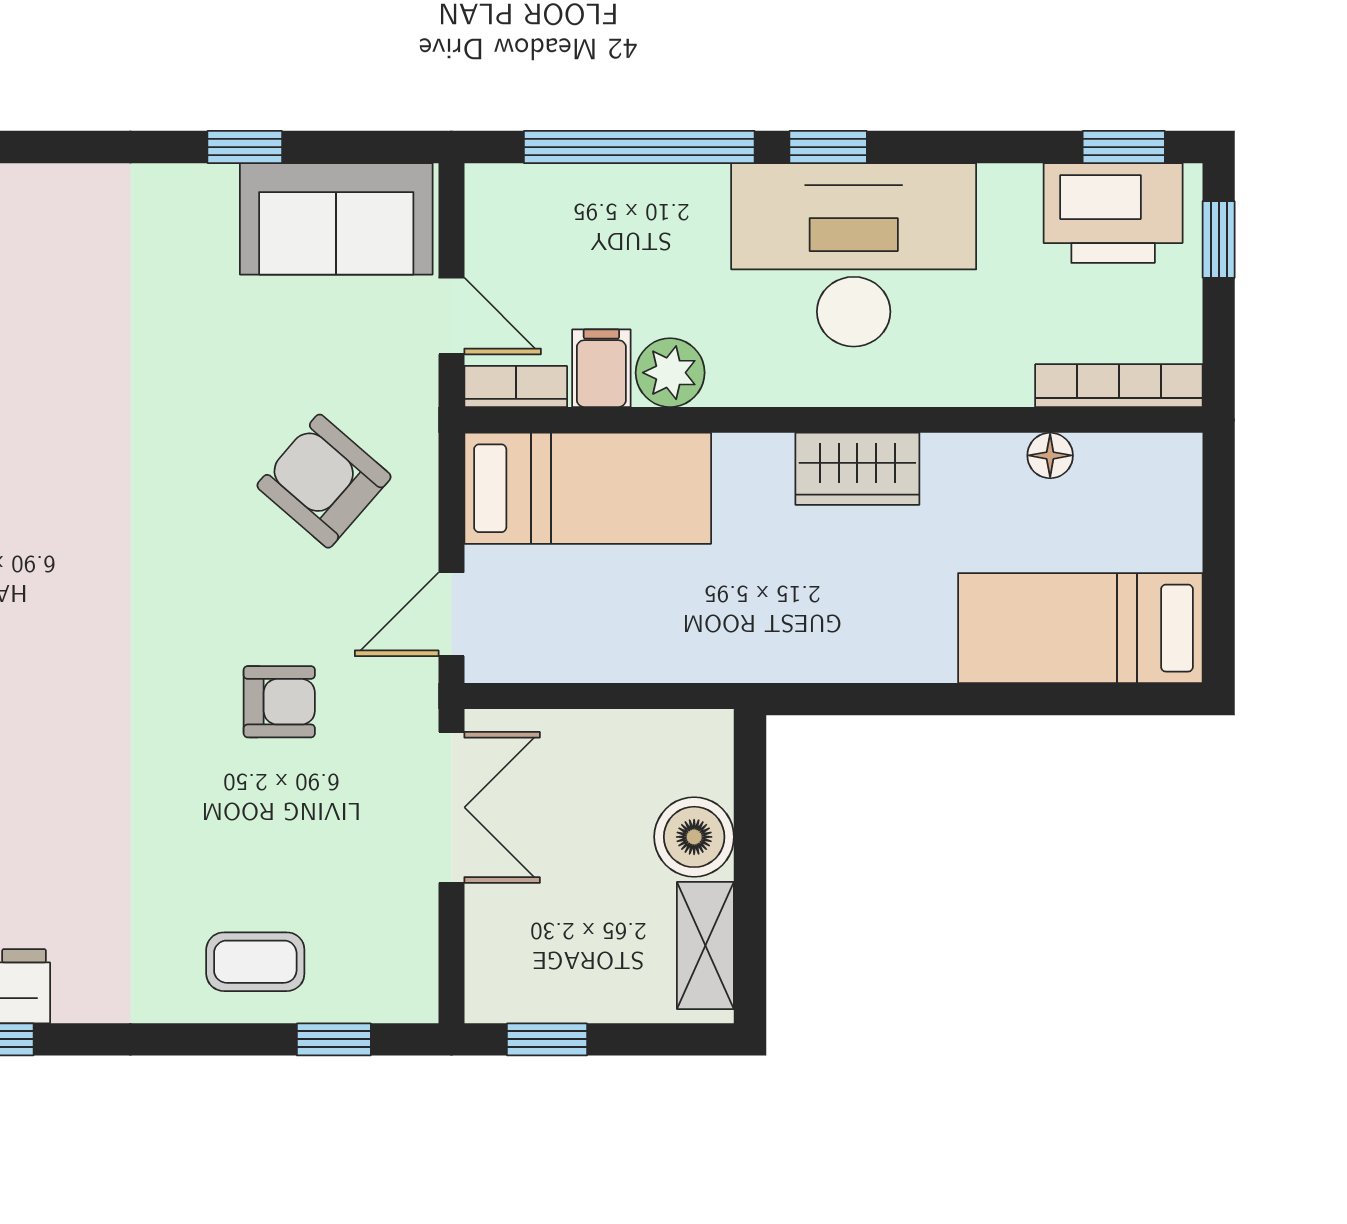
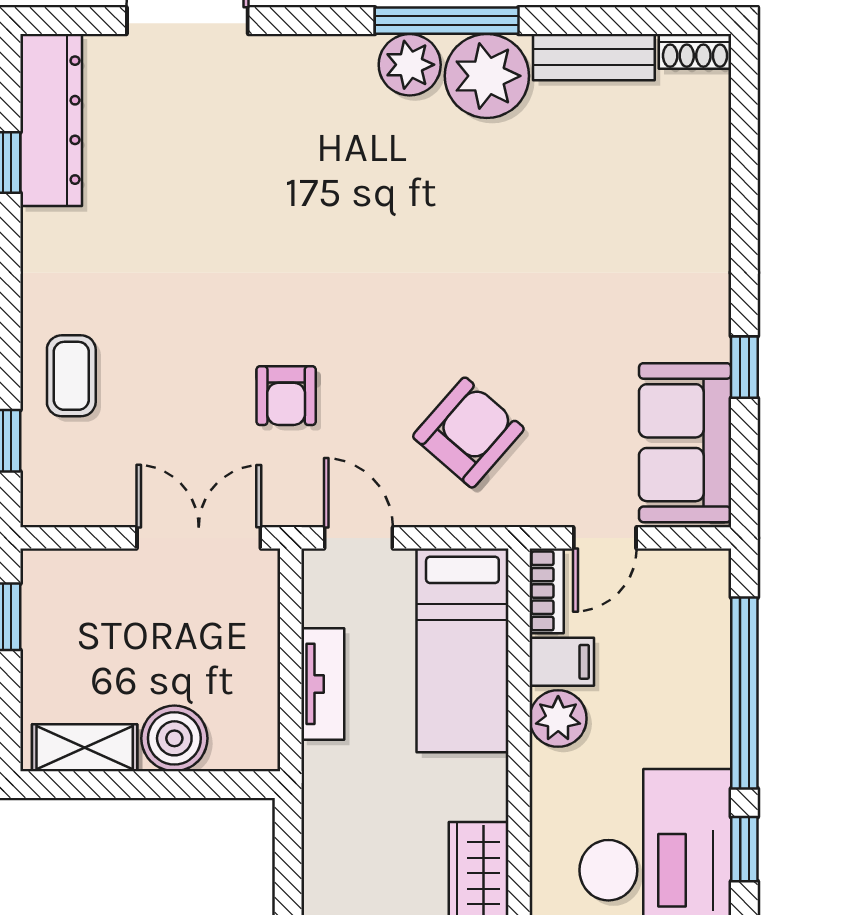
tv unit: (628, 657) -> (323, 684), added
double door: (451, 807) -> (199, 538), swing flipped

